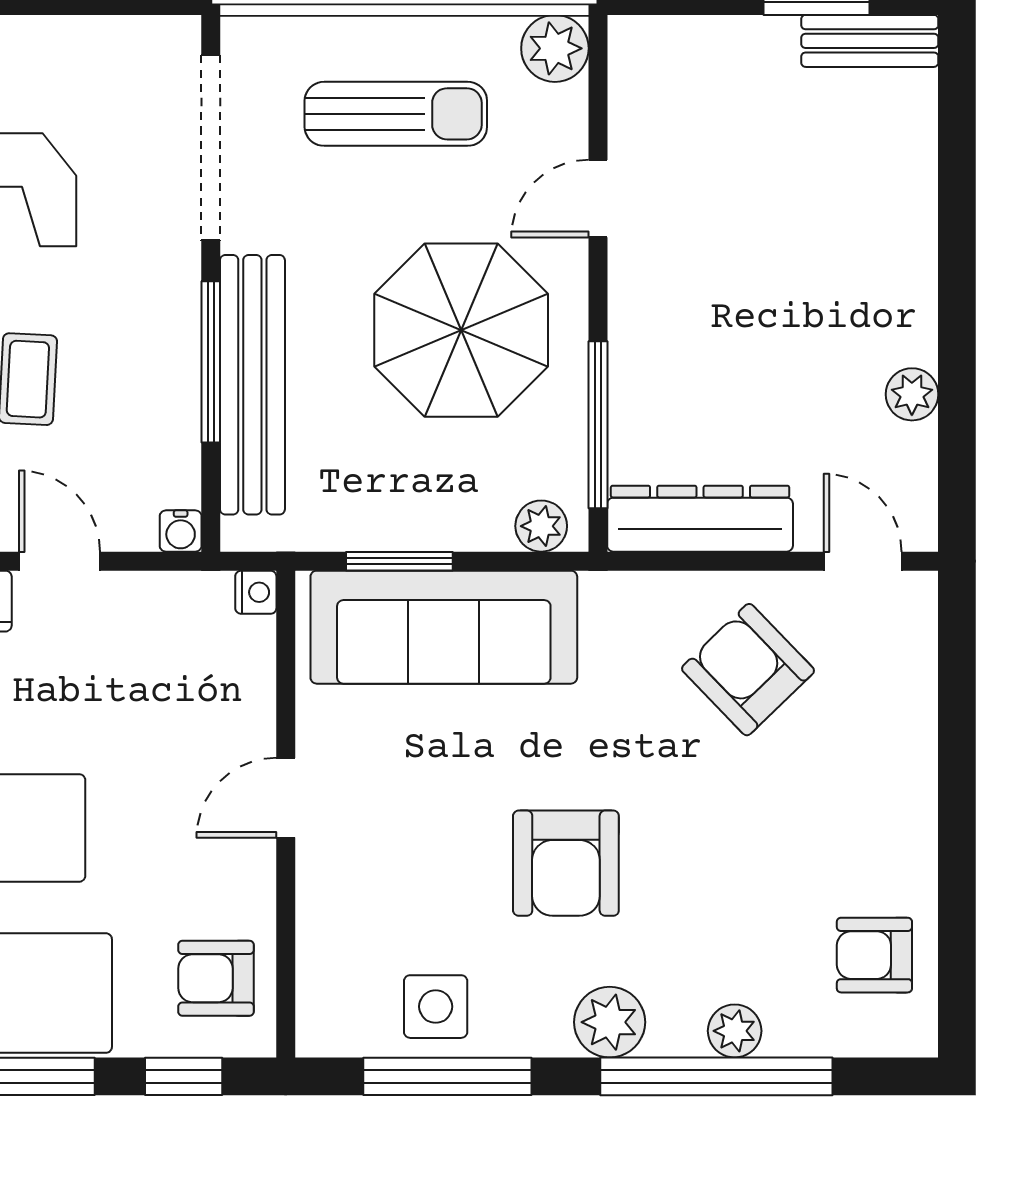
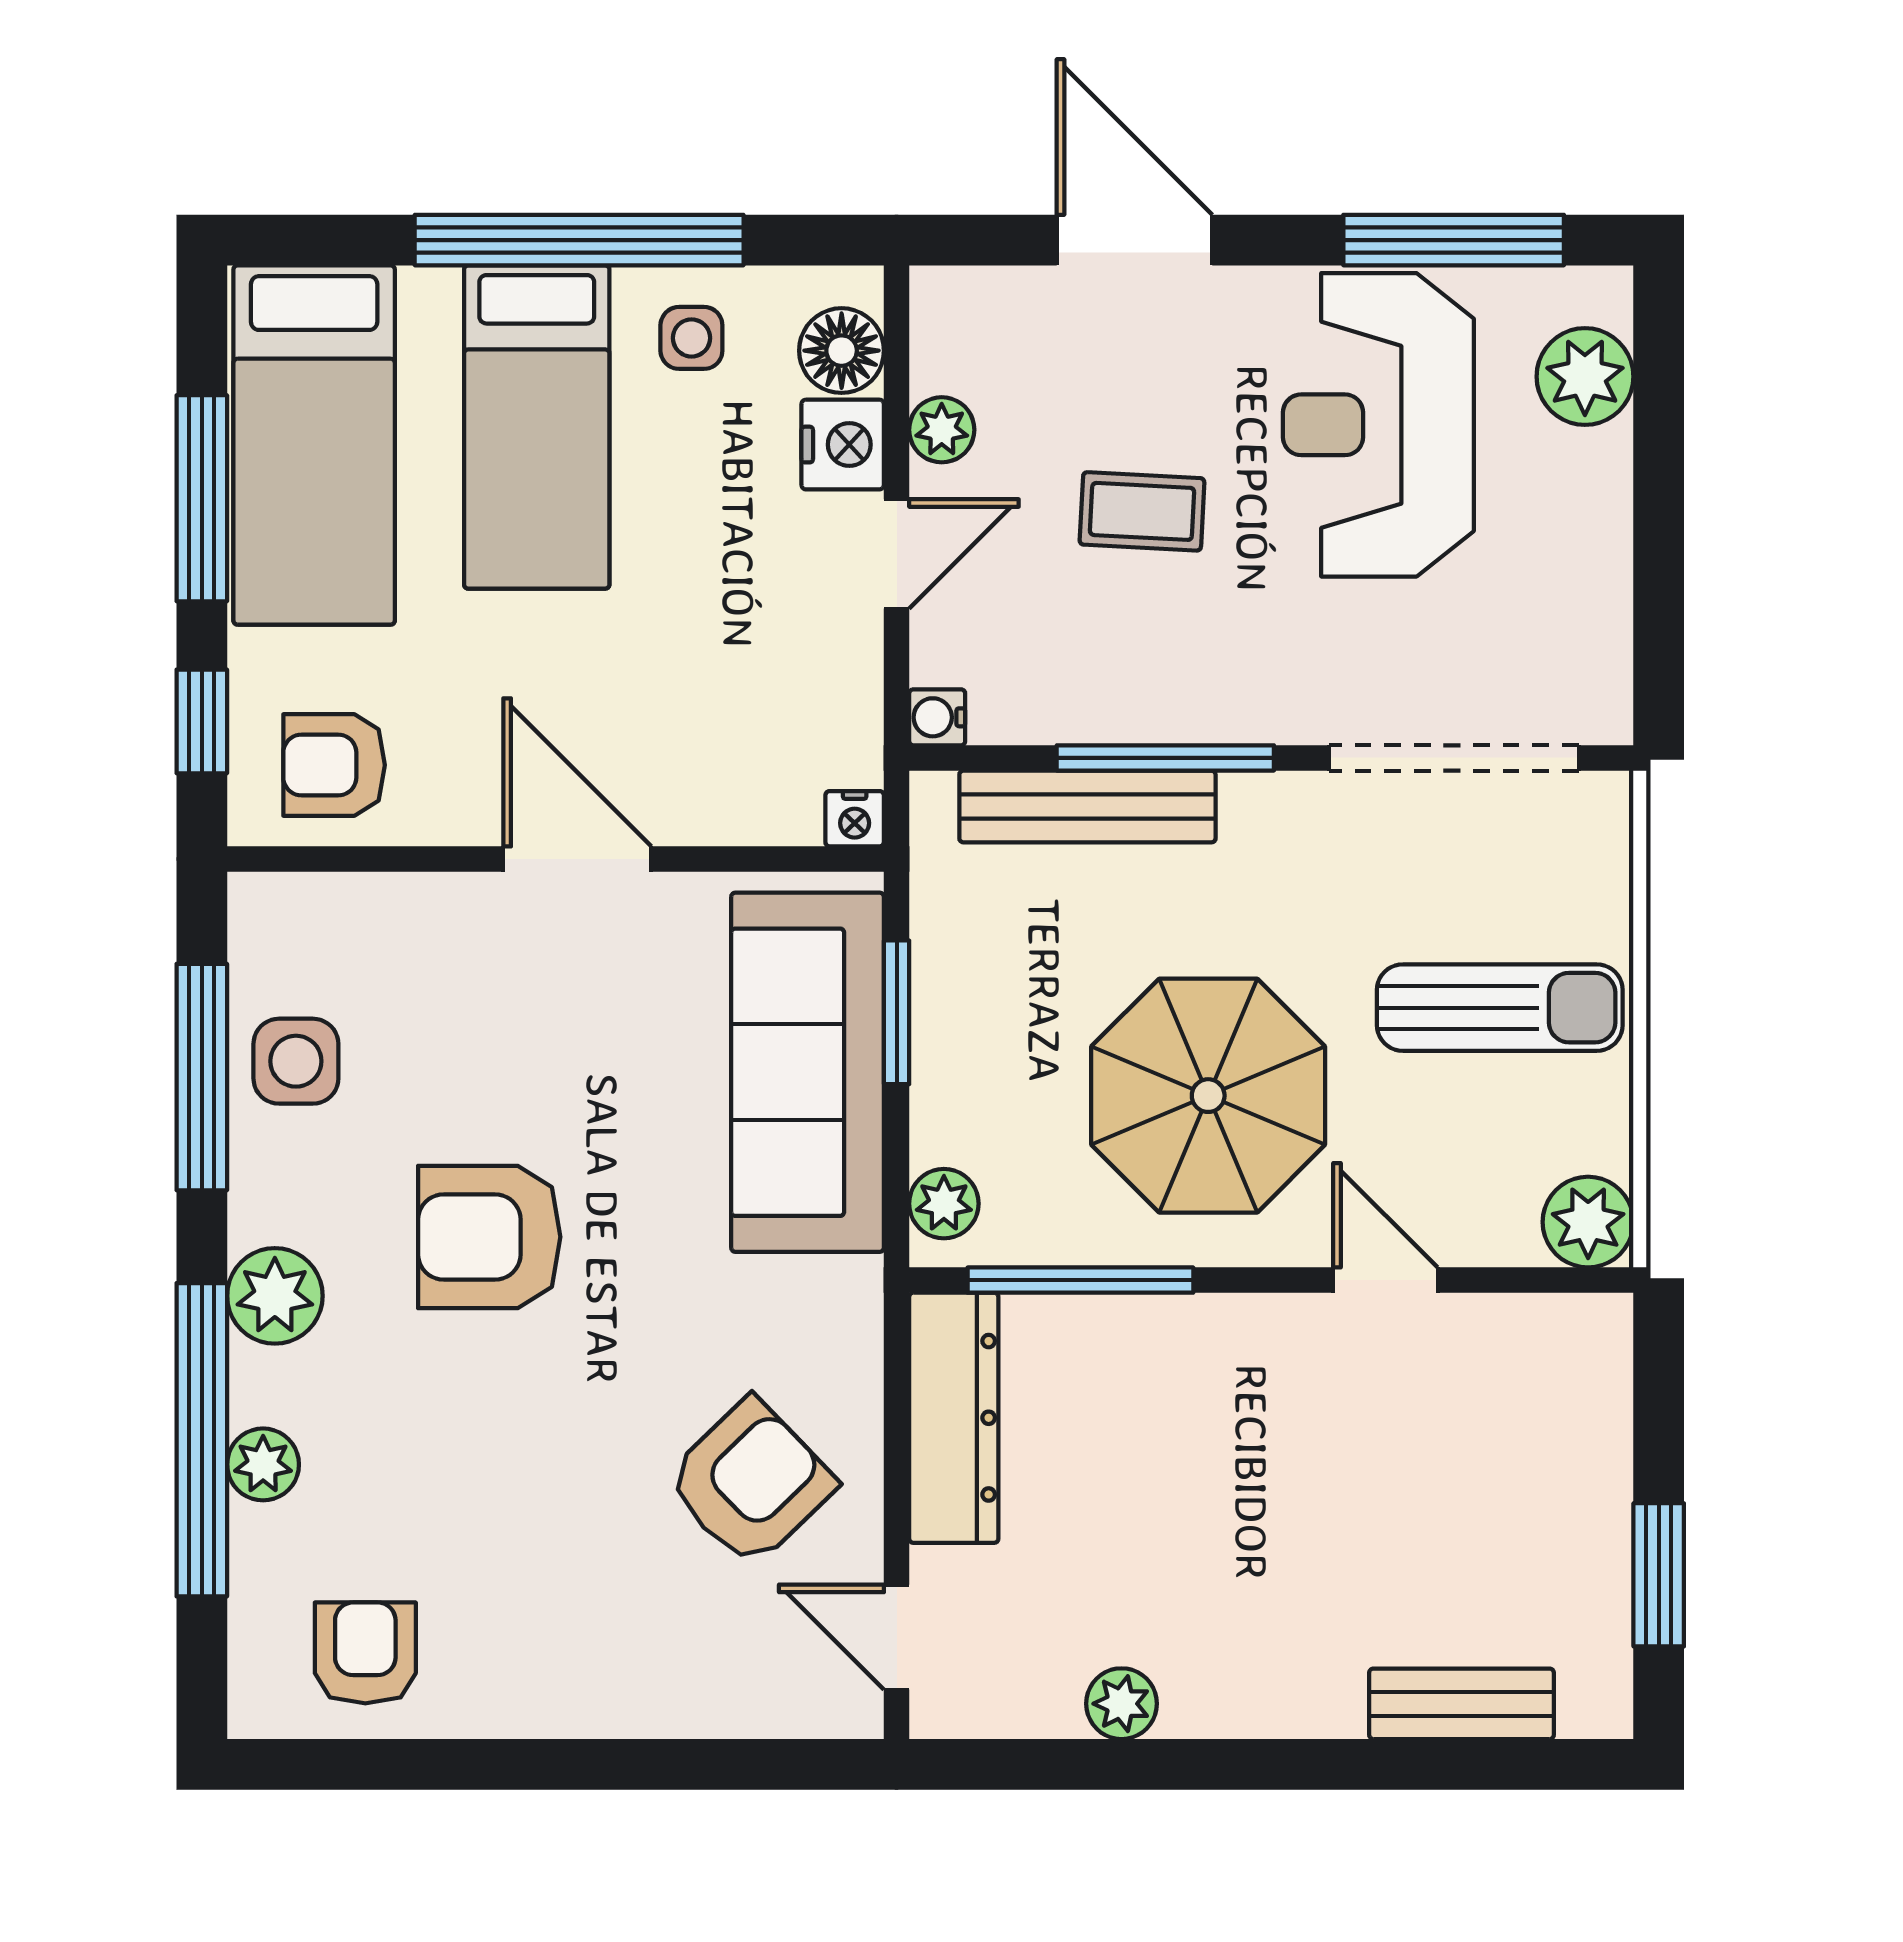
bench: (870, 41) -> (1462, 1704), moved, turned 90
sun lounger: (396, 114) -> (1500, 1008), turned -90
bench: (252, 385) -> (1087, 806), width x0.73, depth x0.82
door: (863, 561) -> (897, 1637), swing flipped
door: (286, 798) -> (577, 859), width x1.38
armchair: (216, 978) -> (334, 765), turned -90

